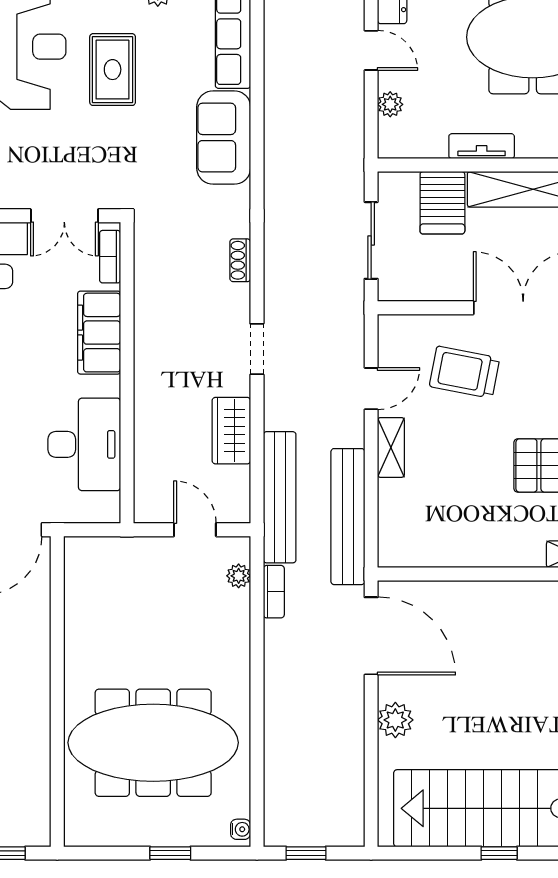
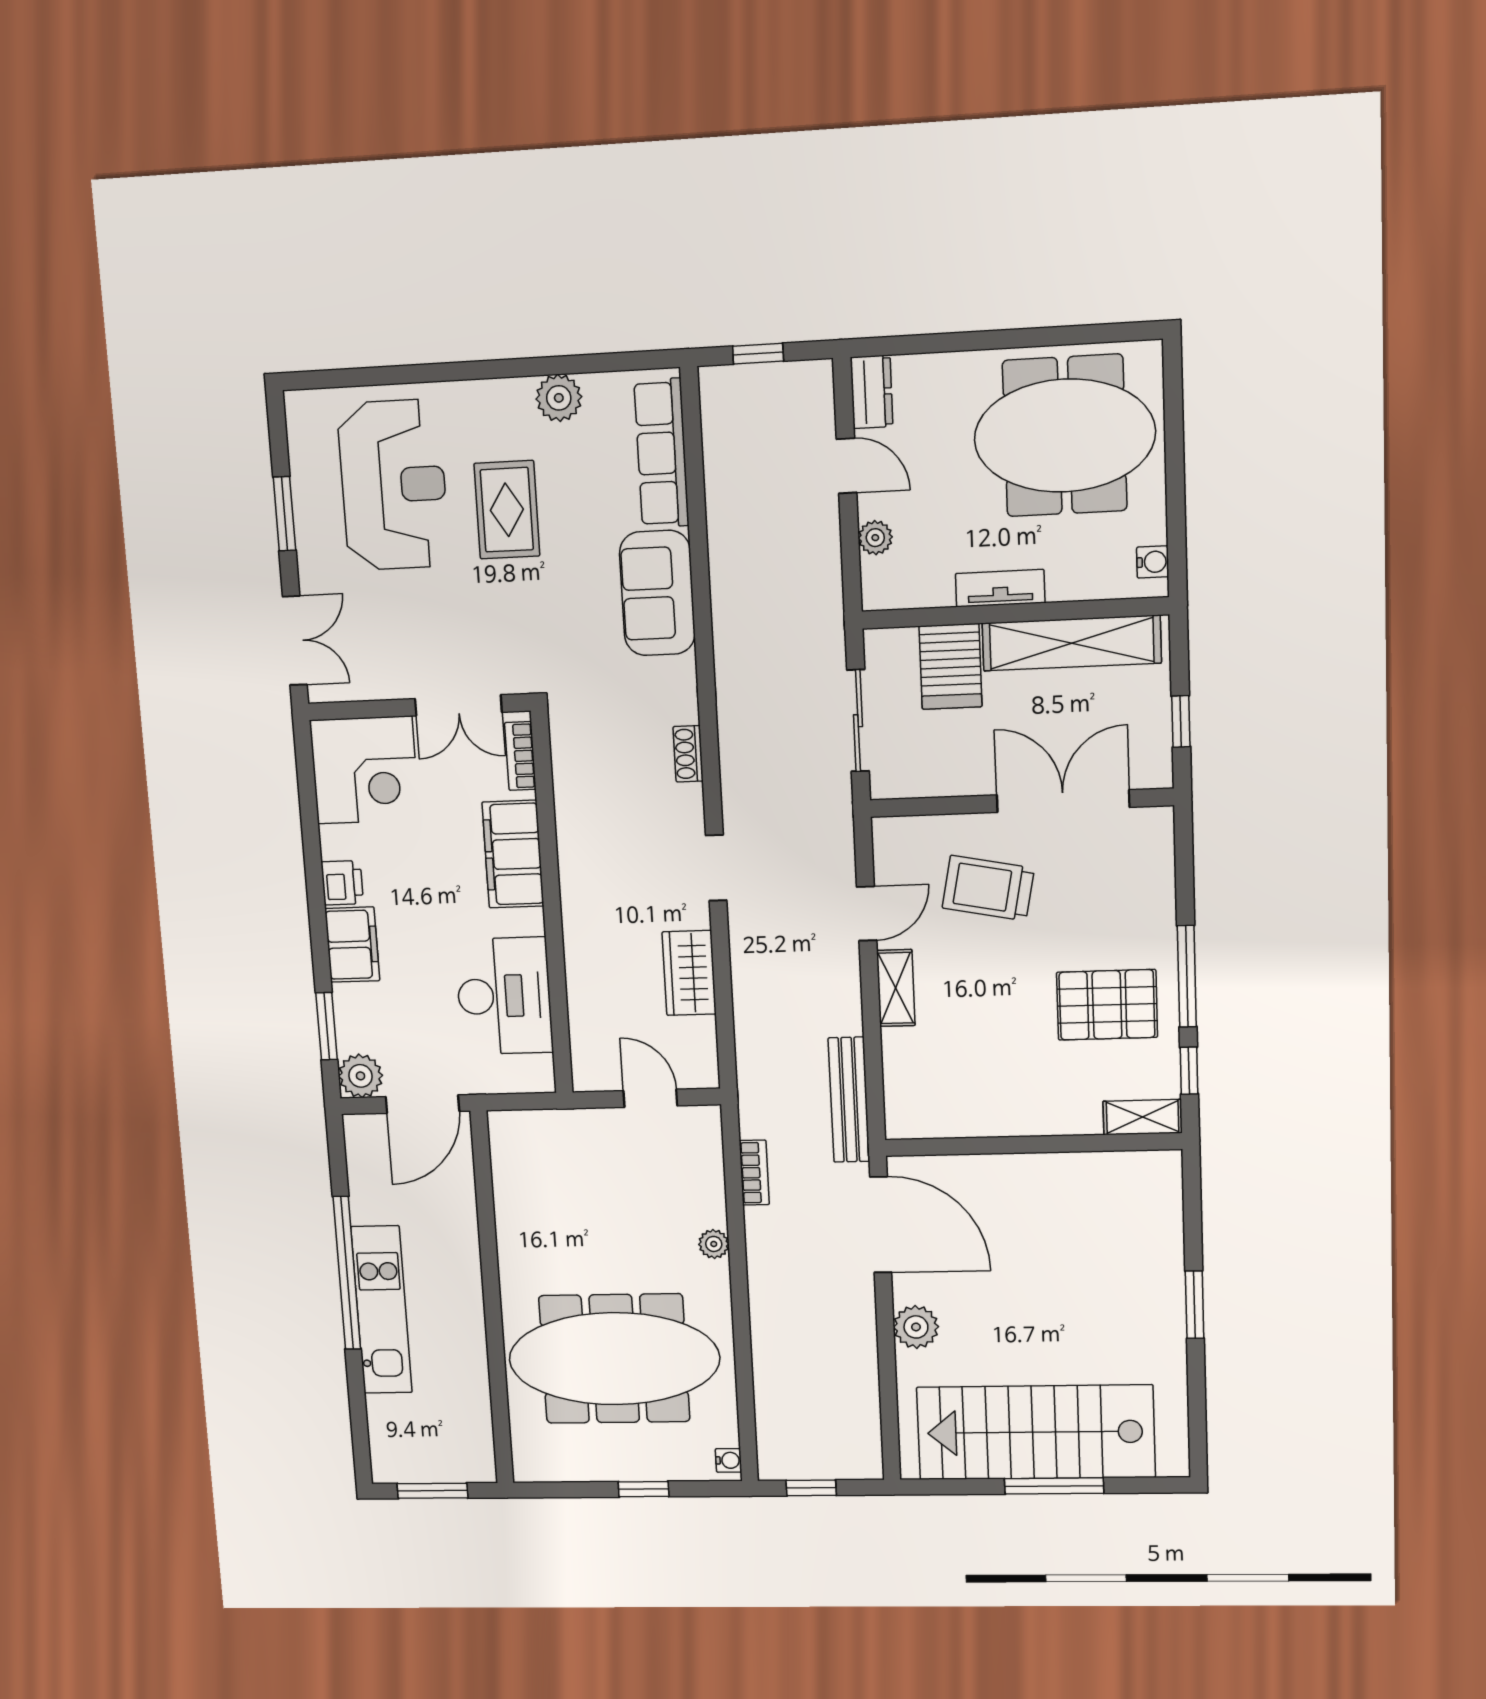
bench: (280, 497) -> (755, 1055), removed
bench: (348, 517) -> (849, 1100), width x0.73, depth x0.82
plant: (239, 576) -> (714, 1244), moved
window: (499, 853) -> (1054, 1486), width x2.17

